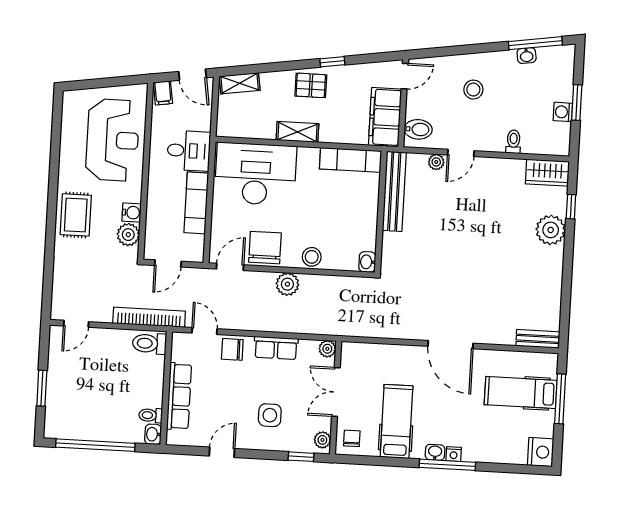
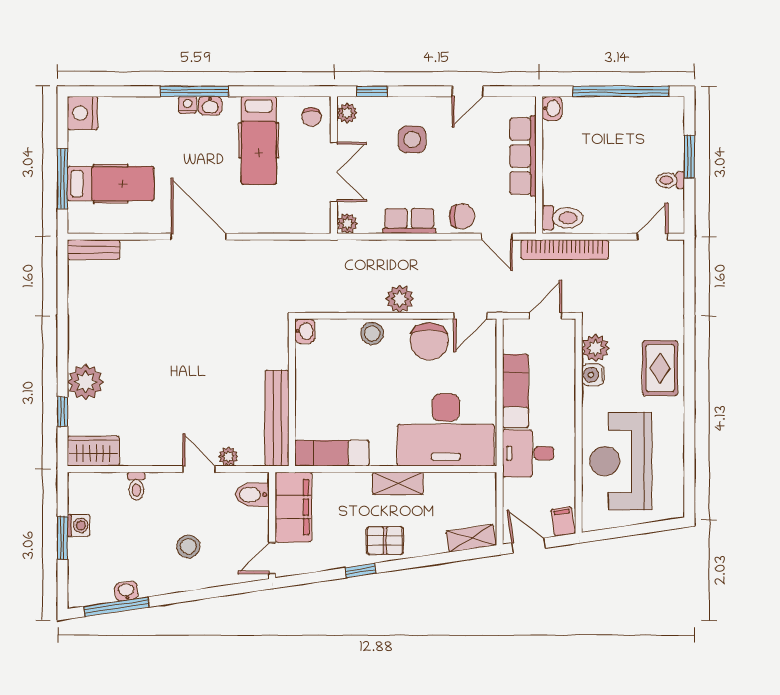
door: (461, 153) -> (199, 469), hinge flipped
toilet: (151, 415) -> (670, 180), moved, turned 180

